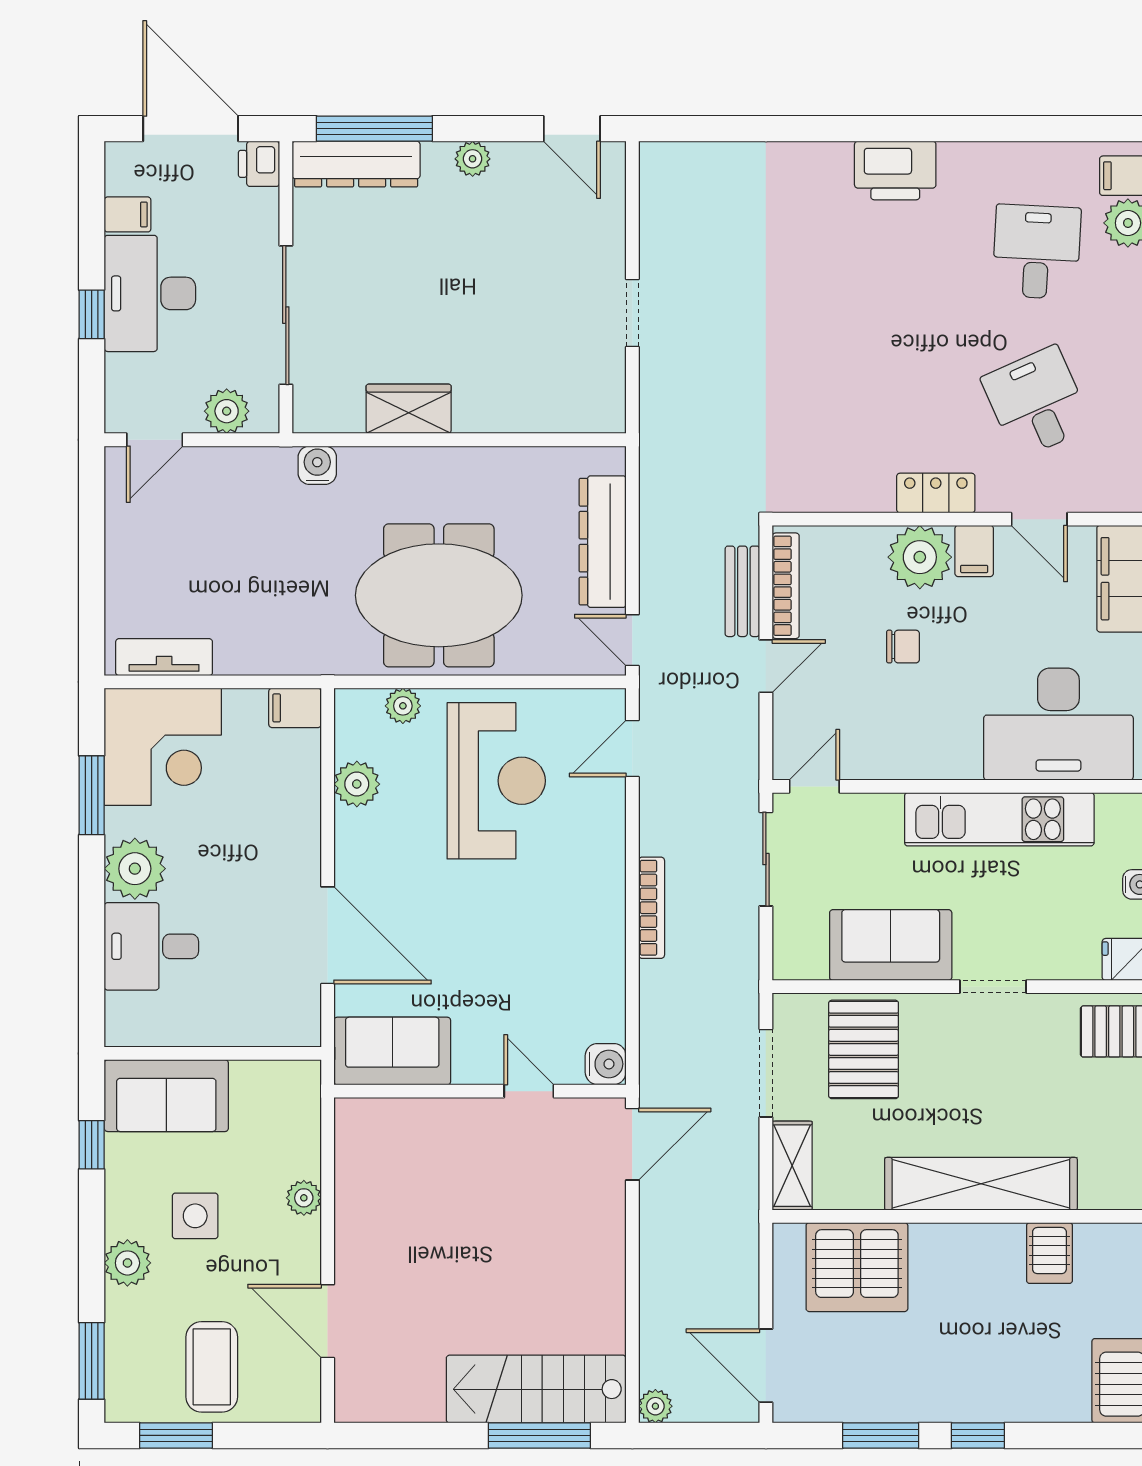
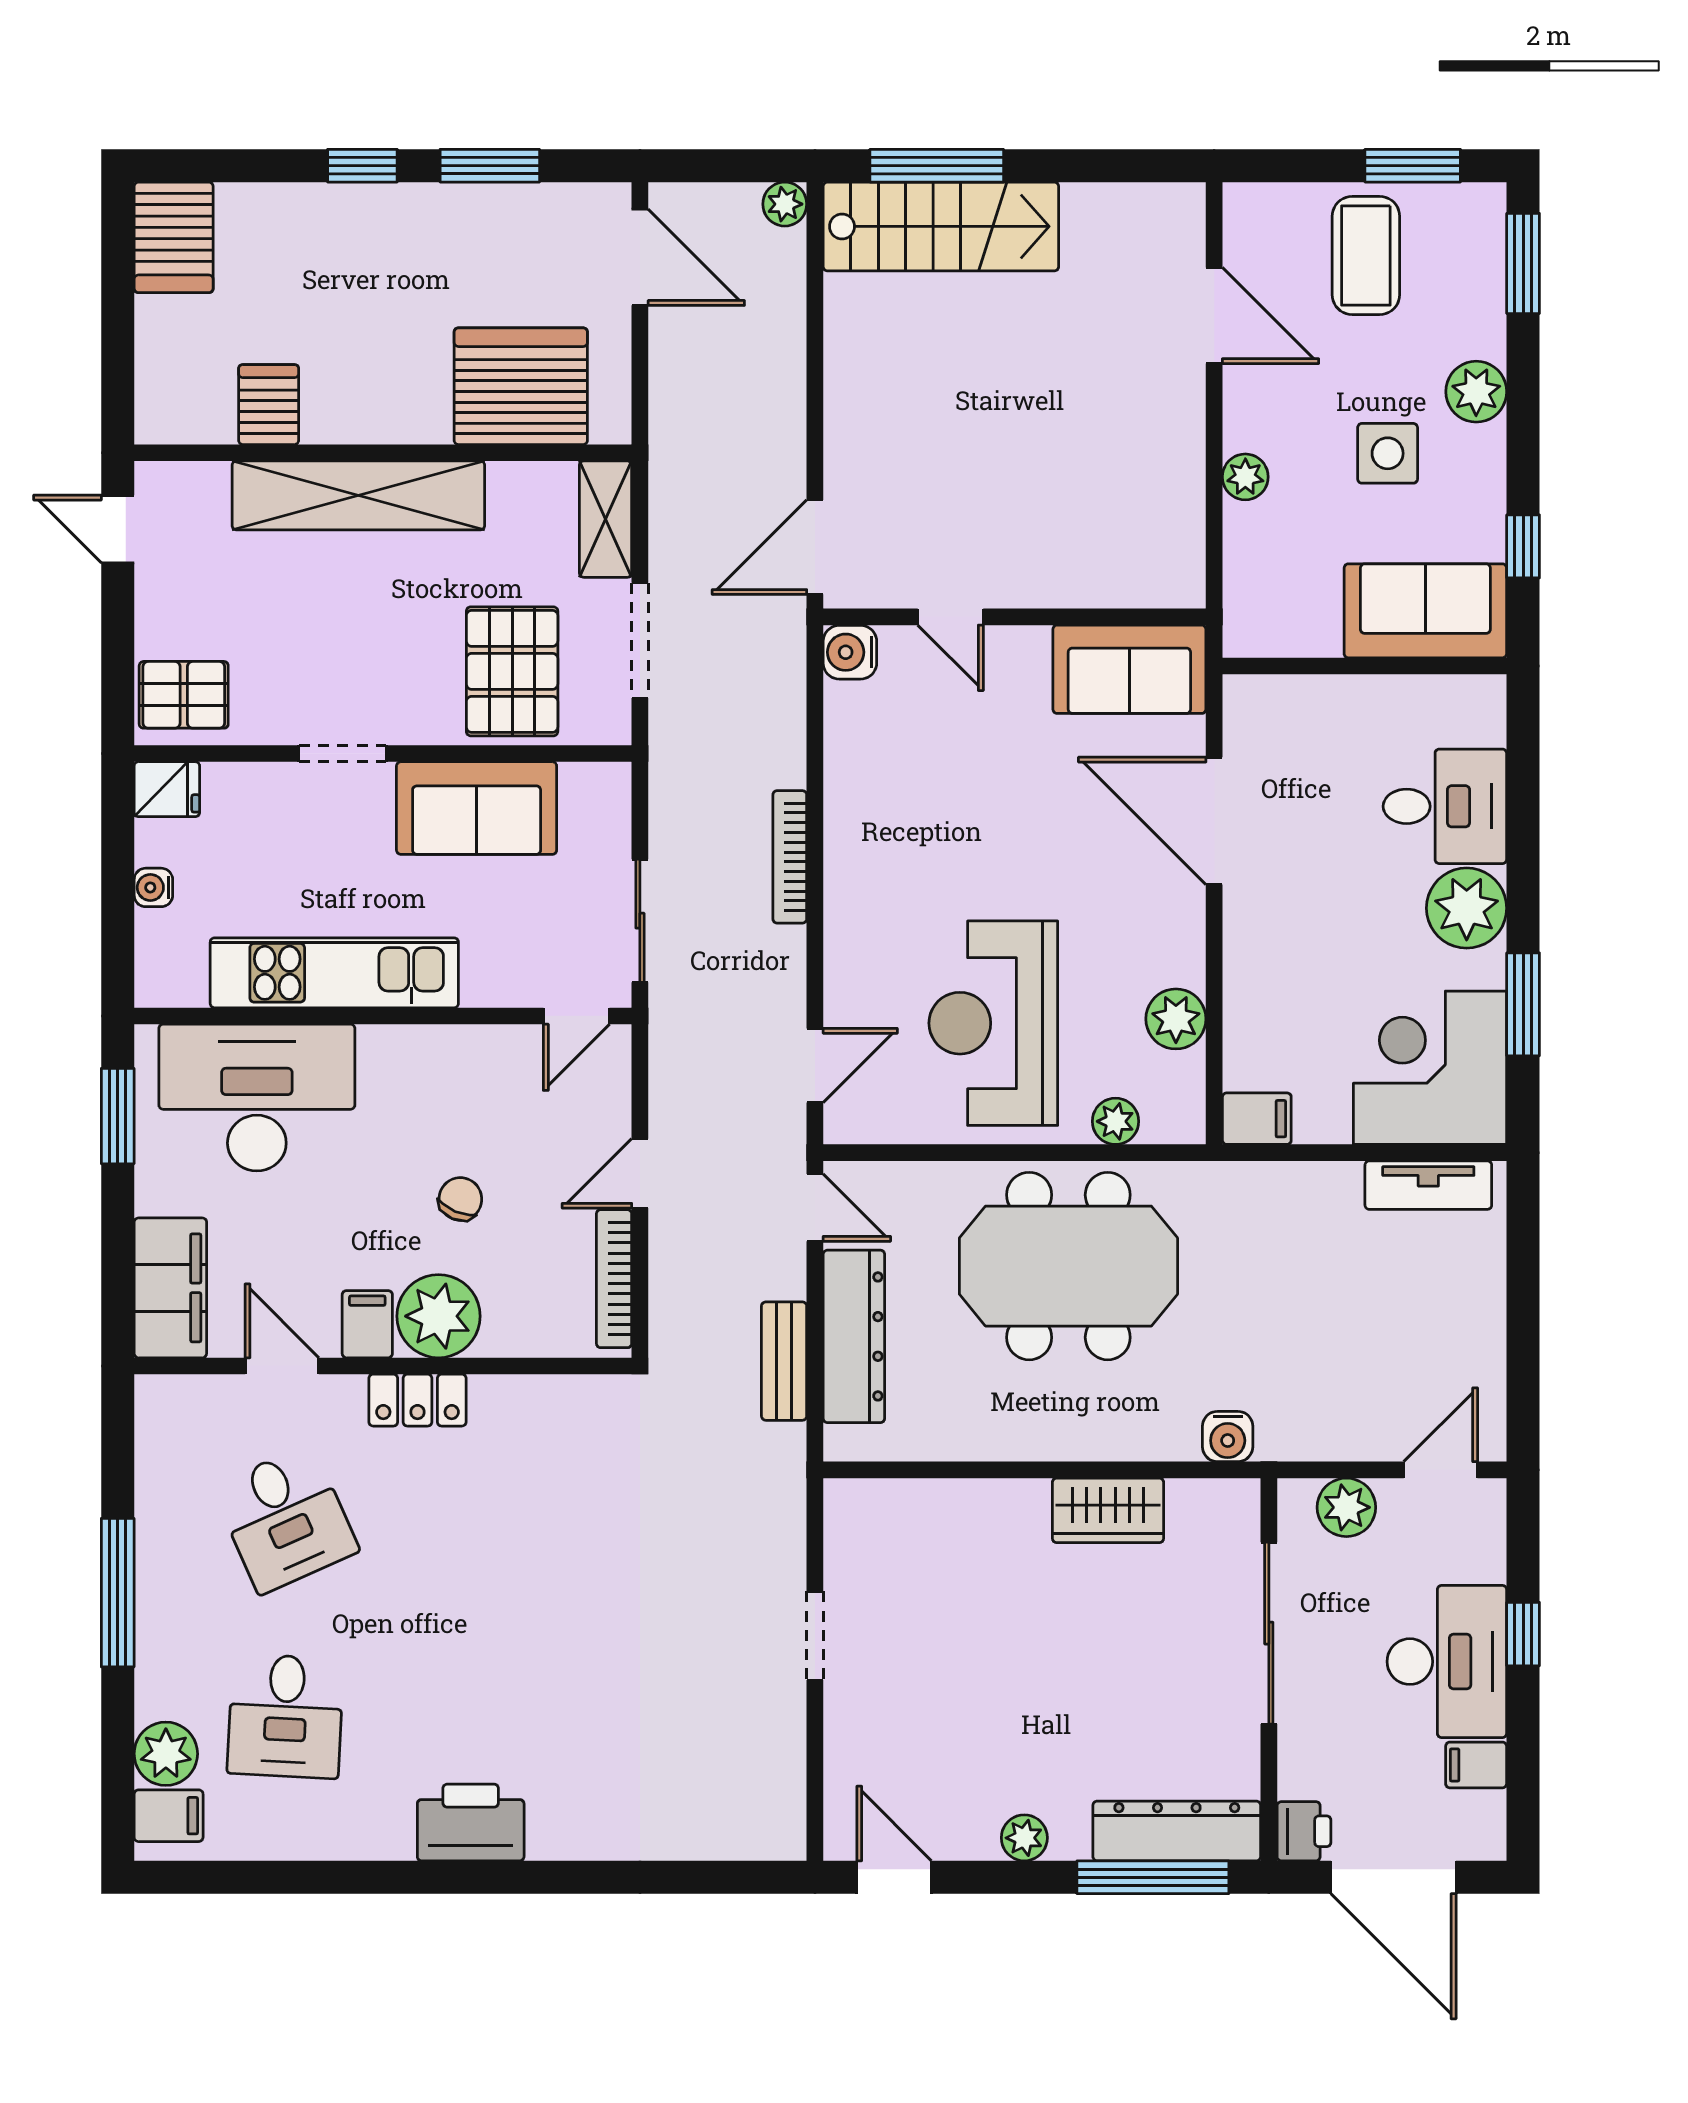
bench: (742, 591) -> (784, 1361), moved
chair: (903, 647) -> (460, 1199), turned 113

